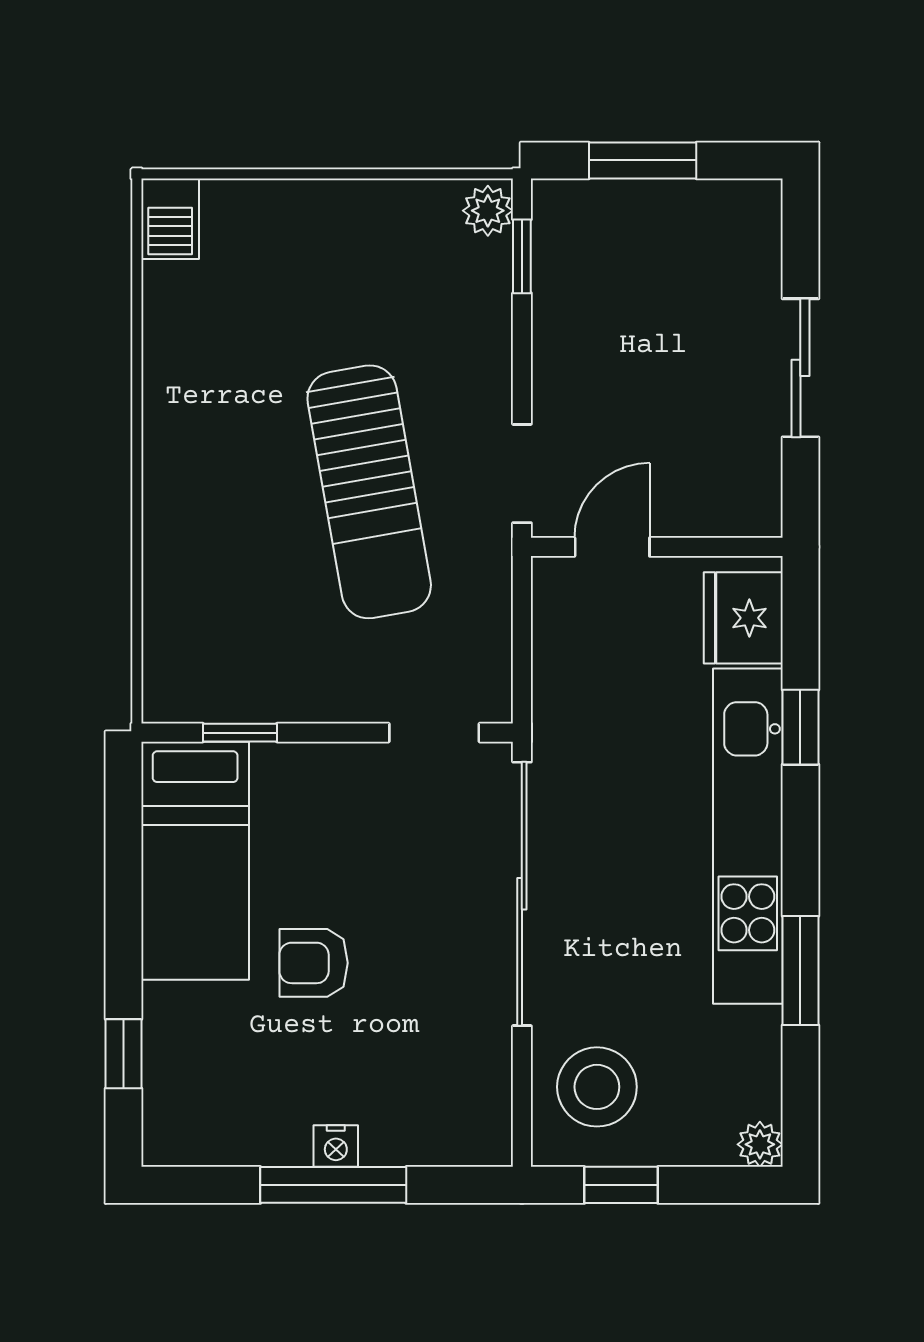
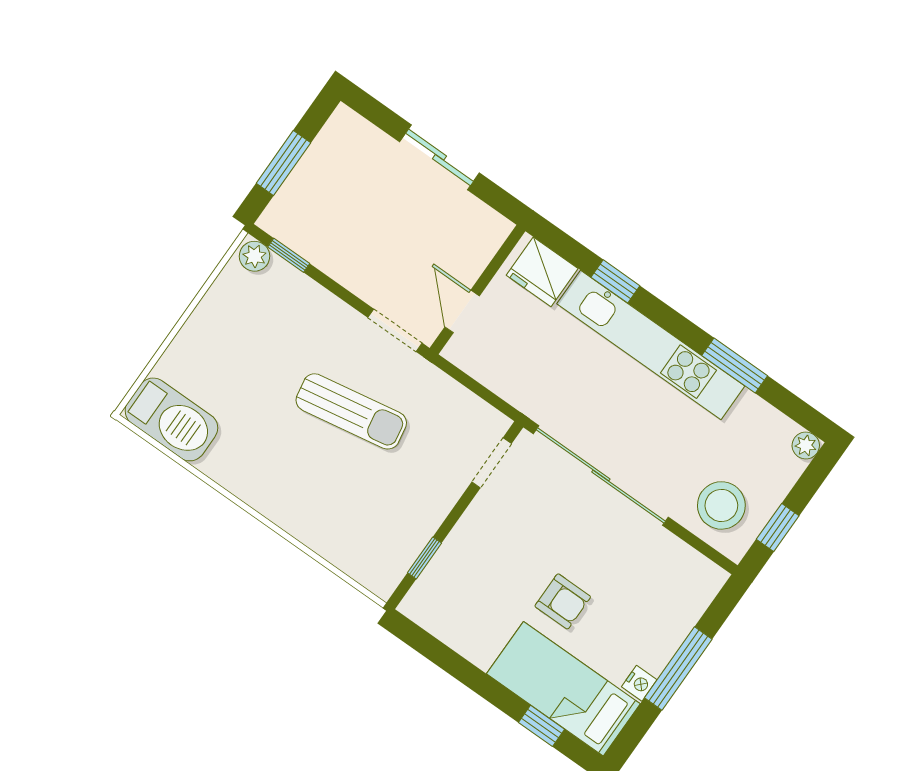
barbecue: (170, 219) -> (171, 419), width x1.88, depth x1.53
sun lounger: (369, 492) -> (351, 411), width x0.73, depth x0.75
bed: (195, 861) -> (563, 689), moved, turned 180
armchair: (314, 963) -> (563, 601), turned -90
nightstand: (336, 1146) -> (639, 683), moved

